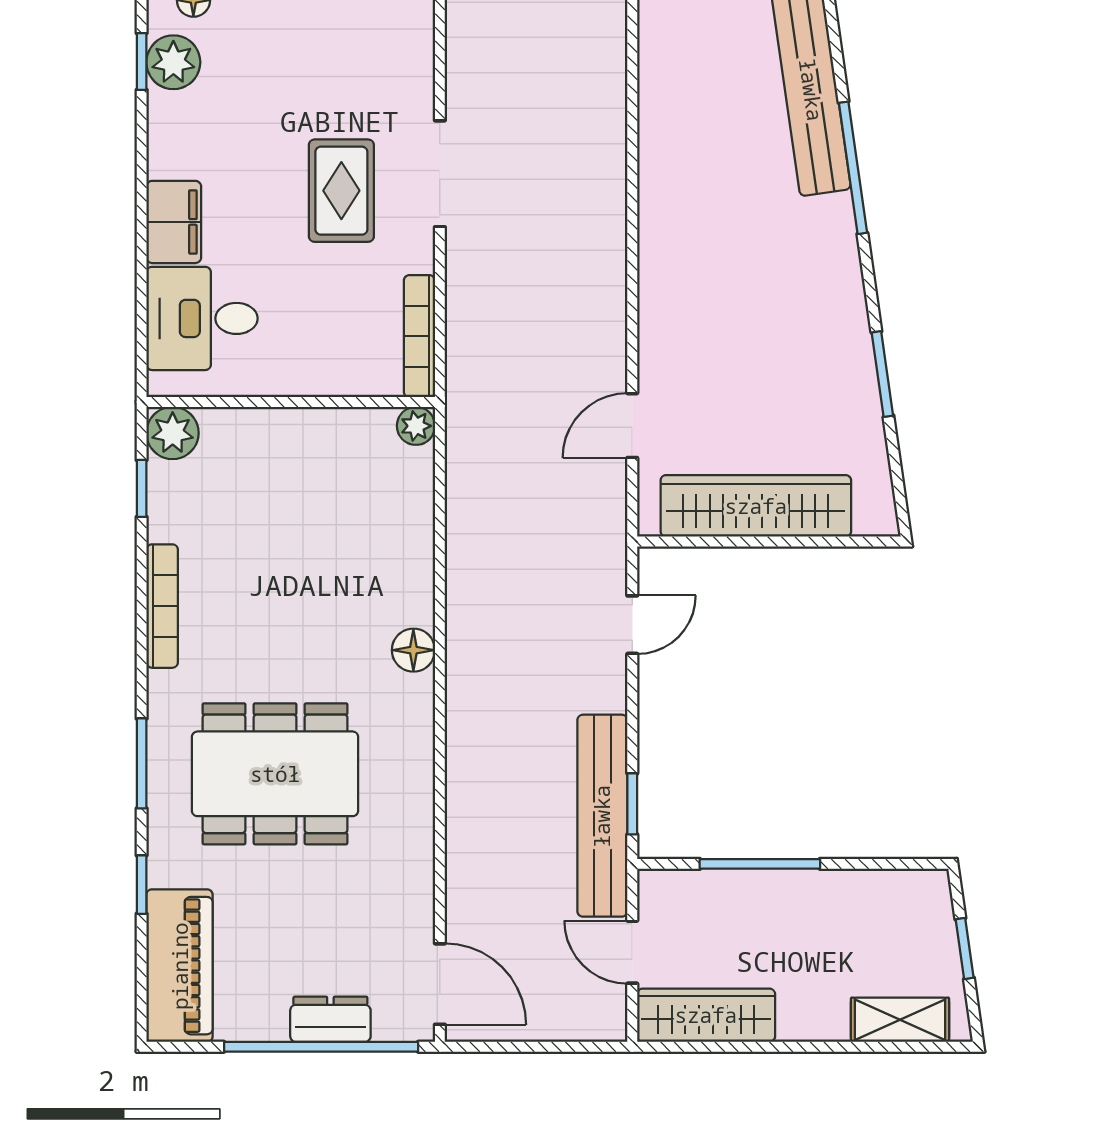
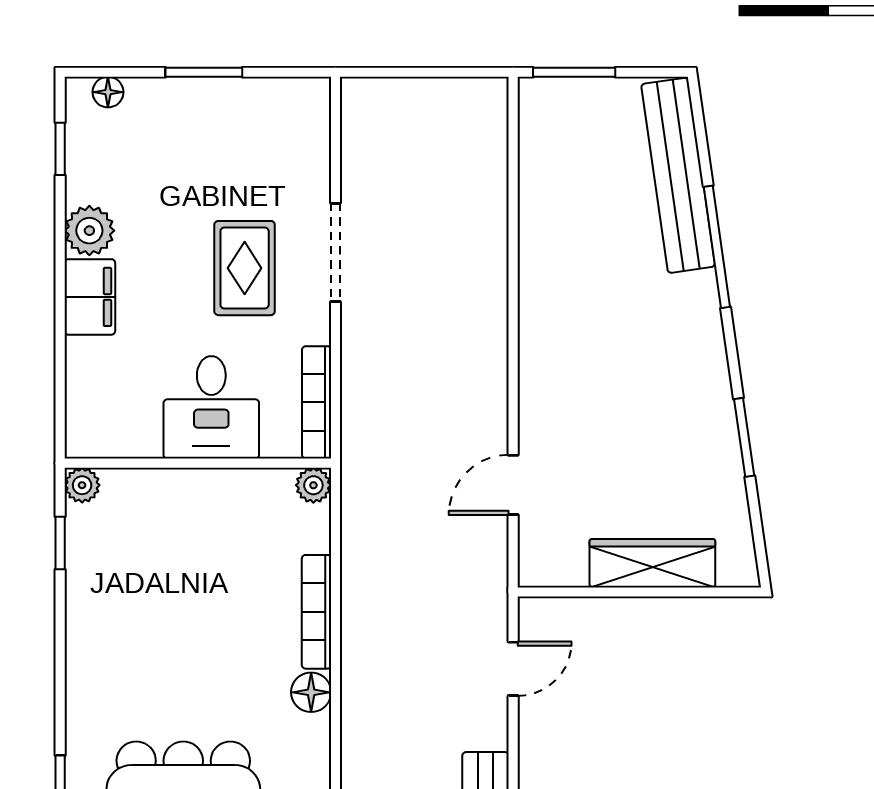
plant: (173, 62) -> (89, 231), moved
desk: (202, 318) -> (211, 407), moved, turned -90
plant: (173, 433) -> (82, 485), width x0.73, depth x0.73
wardrobe: (756, 506) -> (652, 563), width x0.71, depth x0.85
bookcase: (162, 606) -> (316, 612), moved, turned 180

